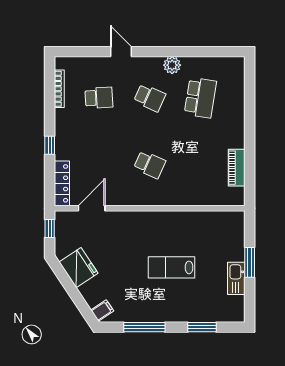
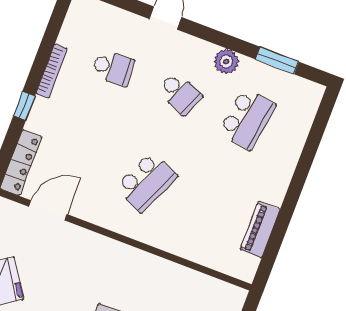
window: (205, 52) -> (277, 60), added
bookcase: (59, 89) -> (52, 71), moved
school desk: (150, 165) -> (146, 182), width x1.85

